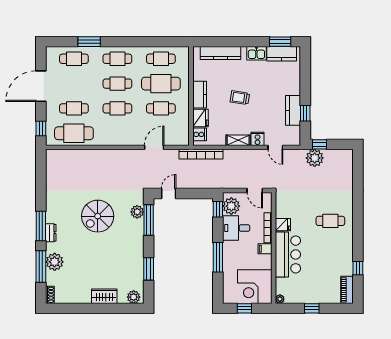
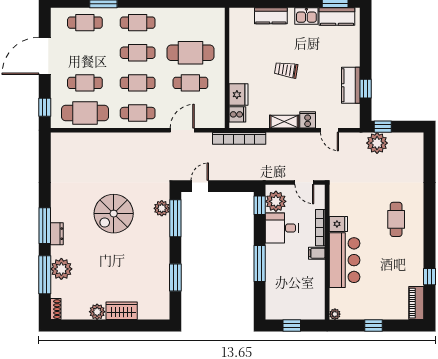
kitchen counter: (220, 53) -> (271, 16), width x0.67
cafe table: (161, 59) -> (138, 113), moved
kitchen counter: (200, 95) -> (237, 66), removed
cafe table: (330, 221) -> (396, 219), turned 90
corner desk: (255, 287) -> (304, 299), removed
plant: (134, 297) -> (97, 312), moved

